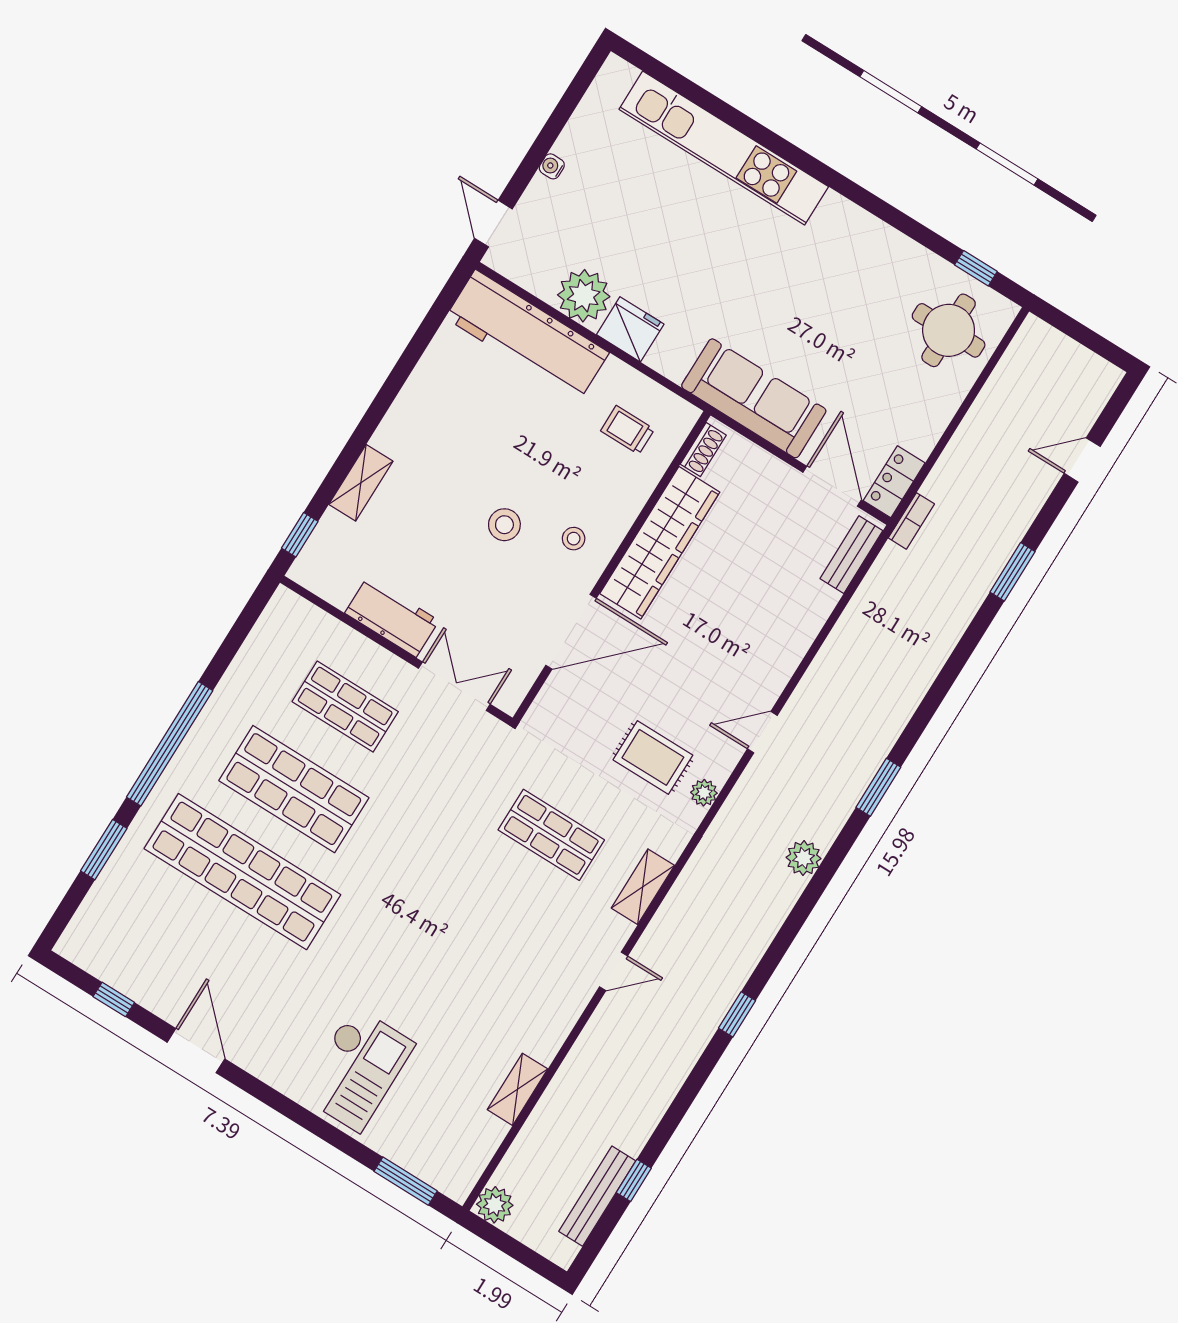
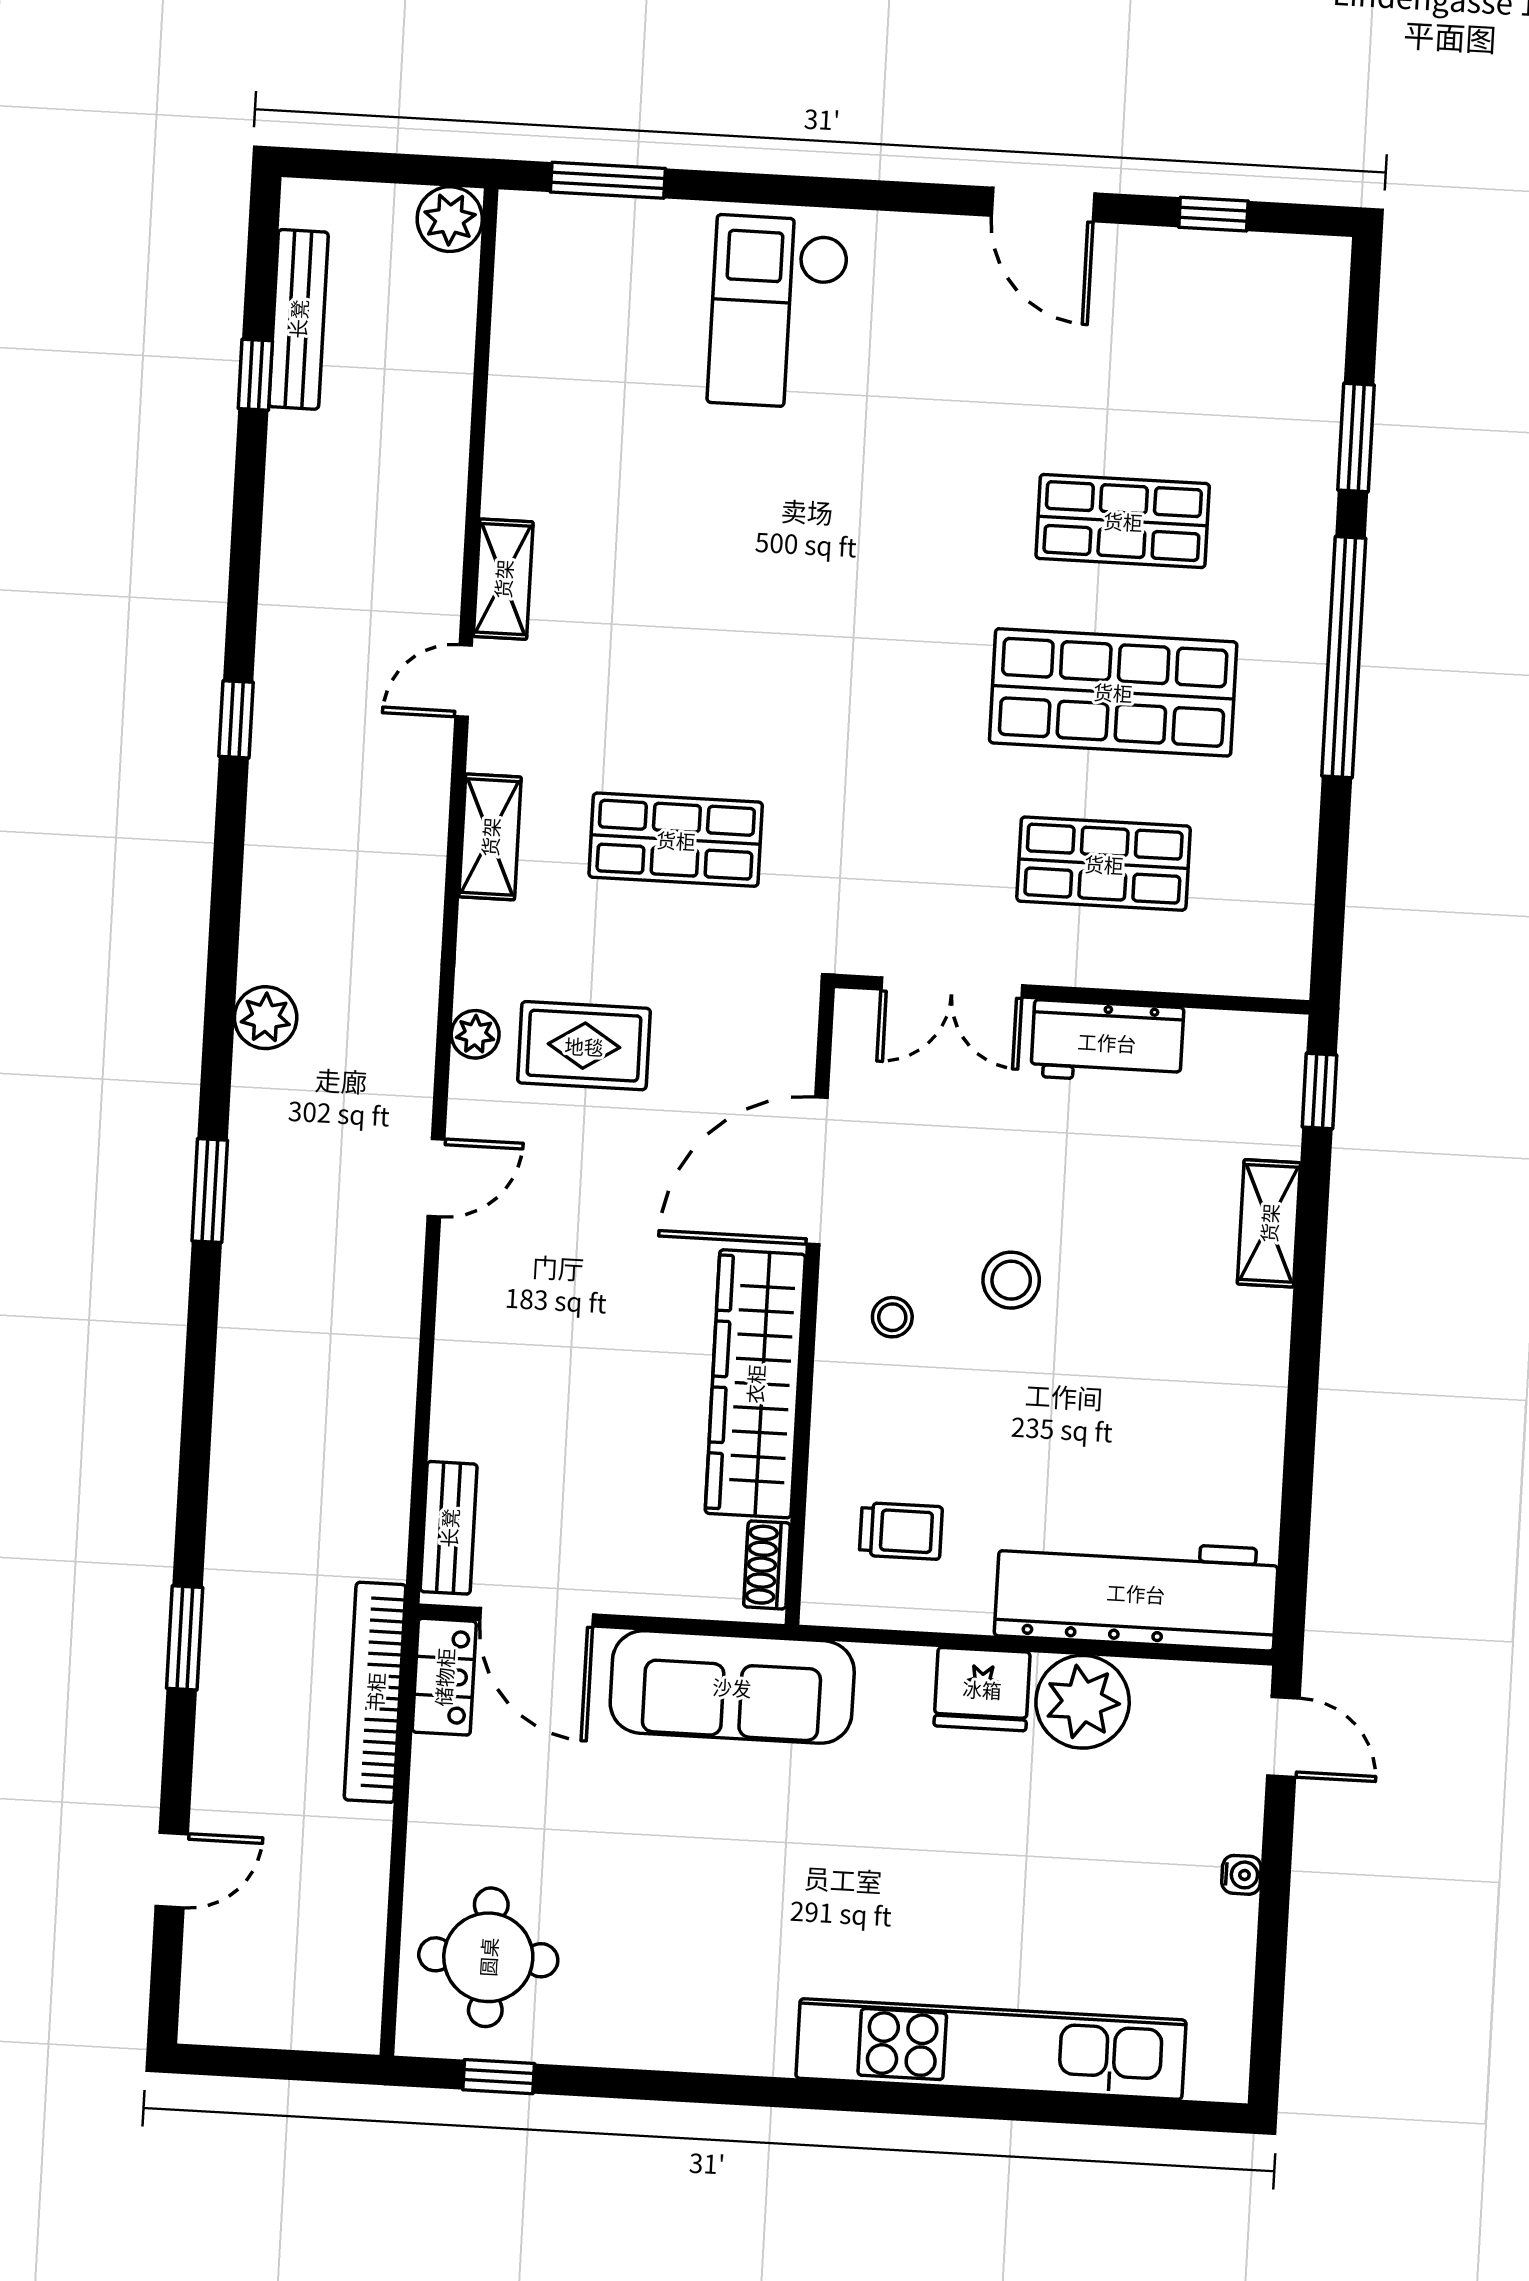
bookcase: (911, 521) -> (375, 1692), width x2.31, depth x1.31
shop shelf: (242, 872) -> (1123, 521), width x0.50, depth x0.74
shelving: (518, 1089) -> (503, 579), moved

